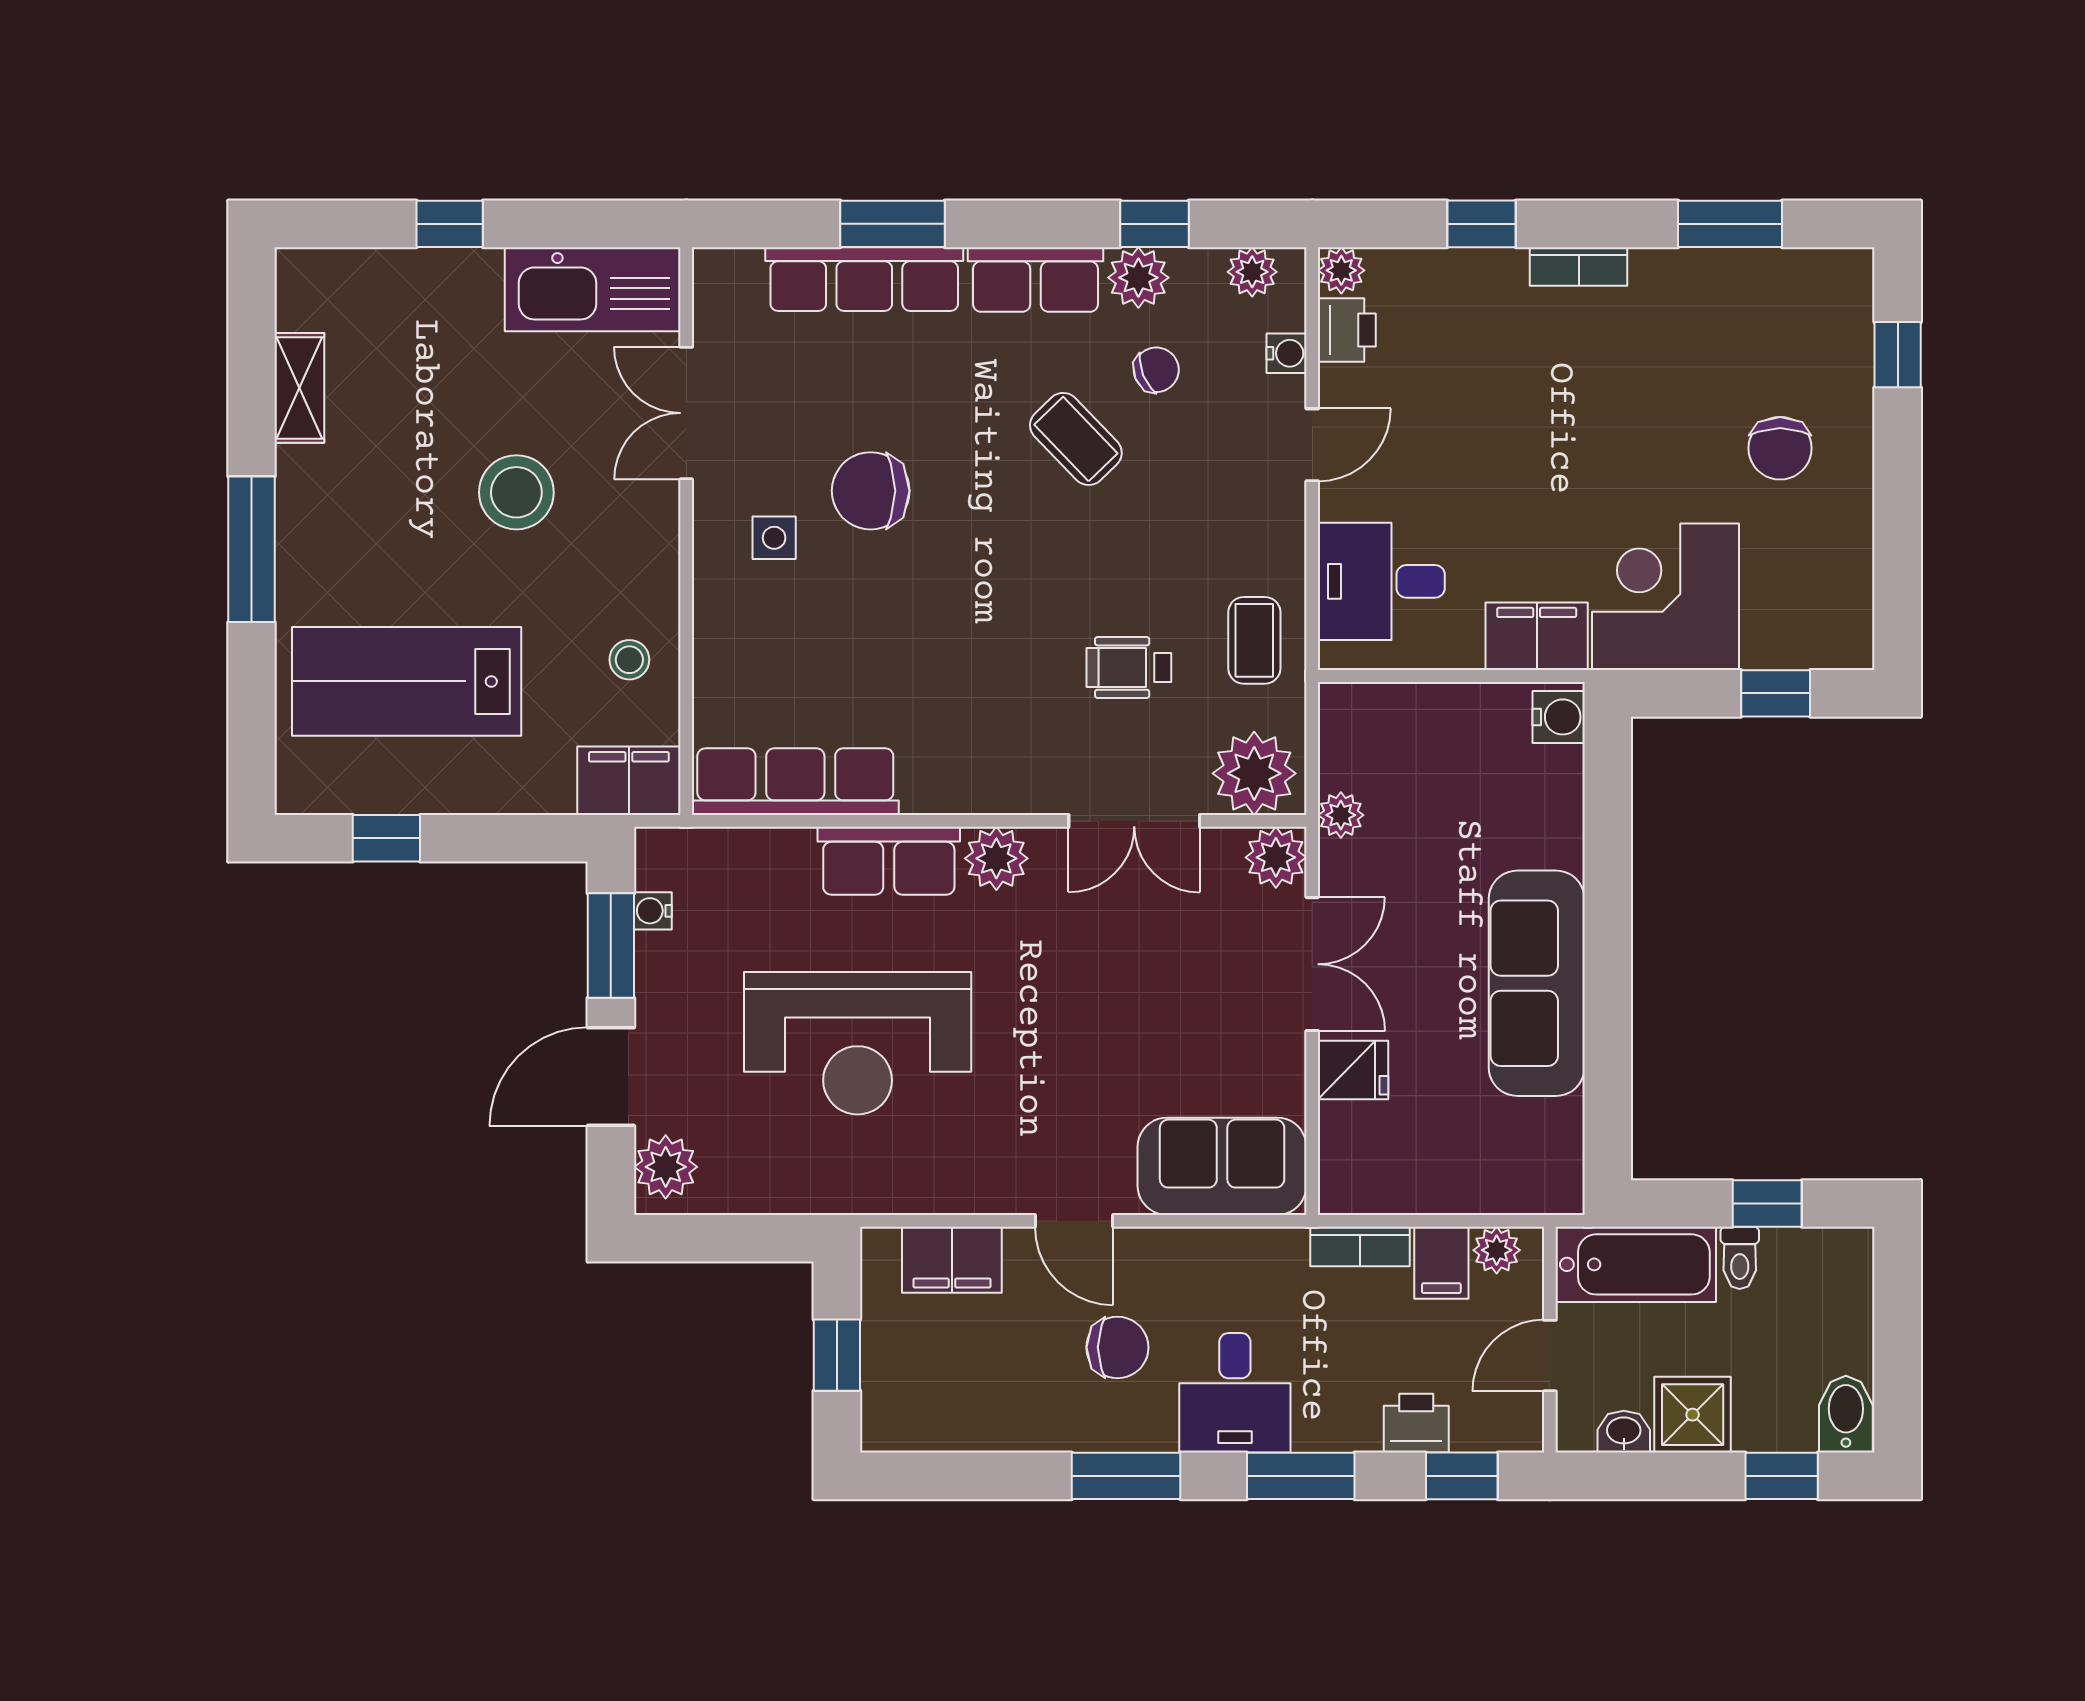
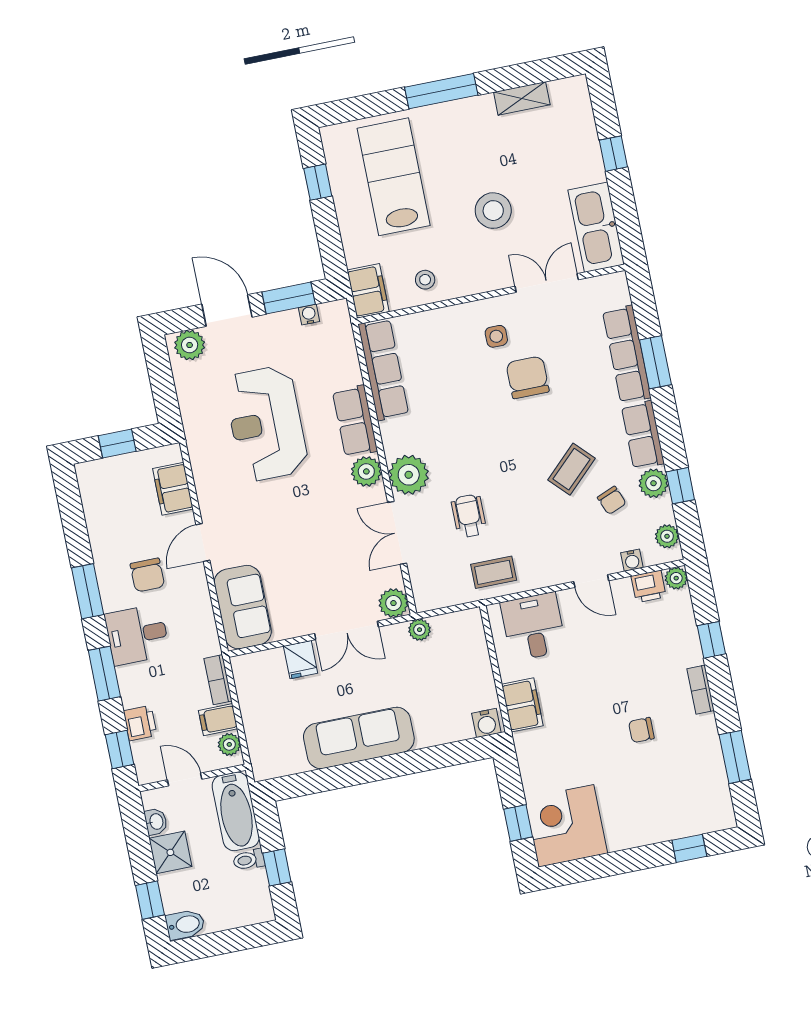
chair: (1780, 448) -> (641, 730), moved, width x0.73, depth x0.73
corner desk: (1666, 597) -> (566, 826), moved, turned -90
plant: (1254, 773) -> (409, 475), moved

